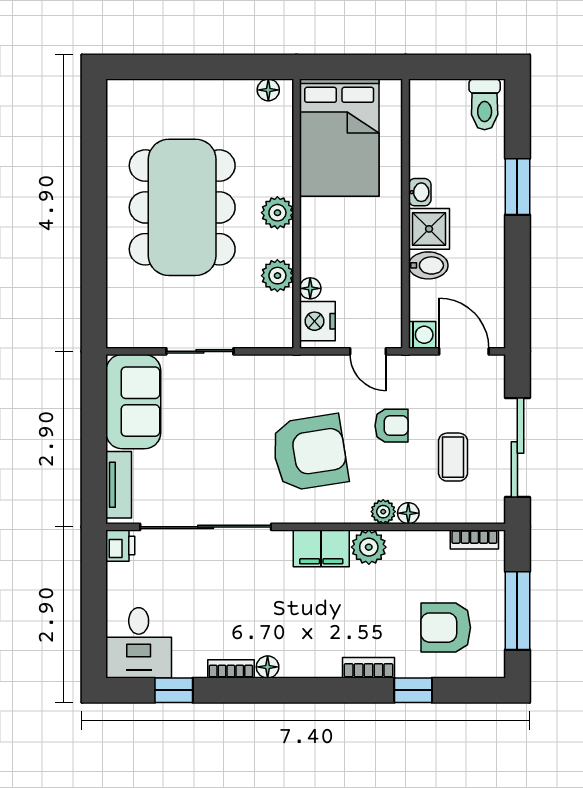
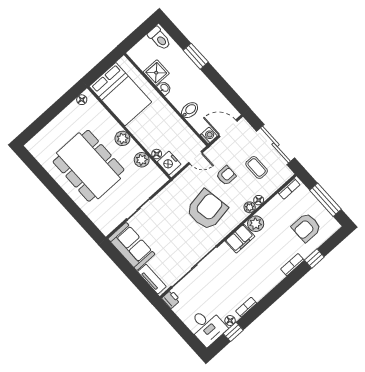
shower: (429, 229) -> (156, 73), moved
floor lamp: (268, 667) -> (230, 321), moved

